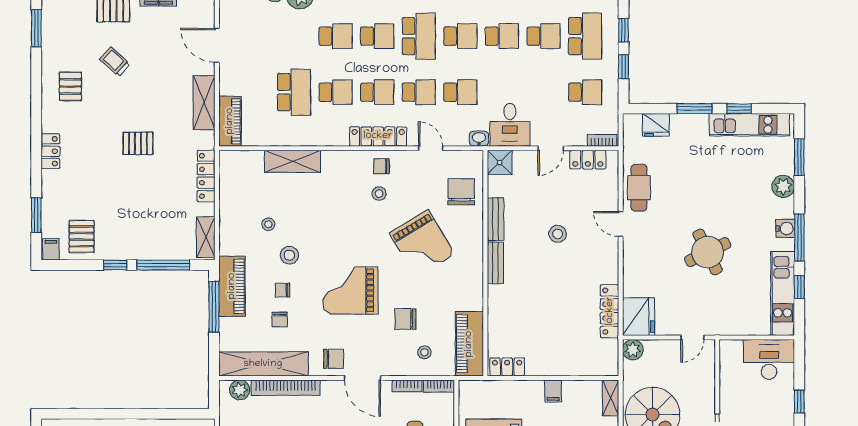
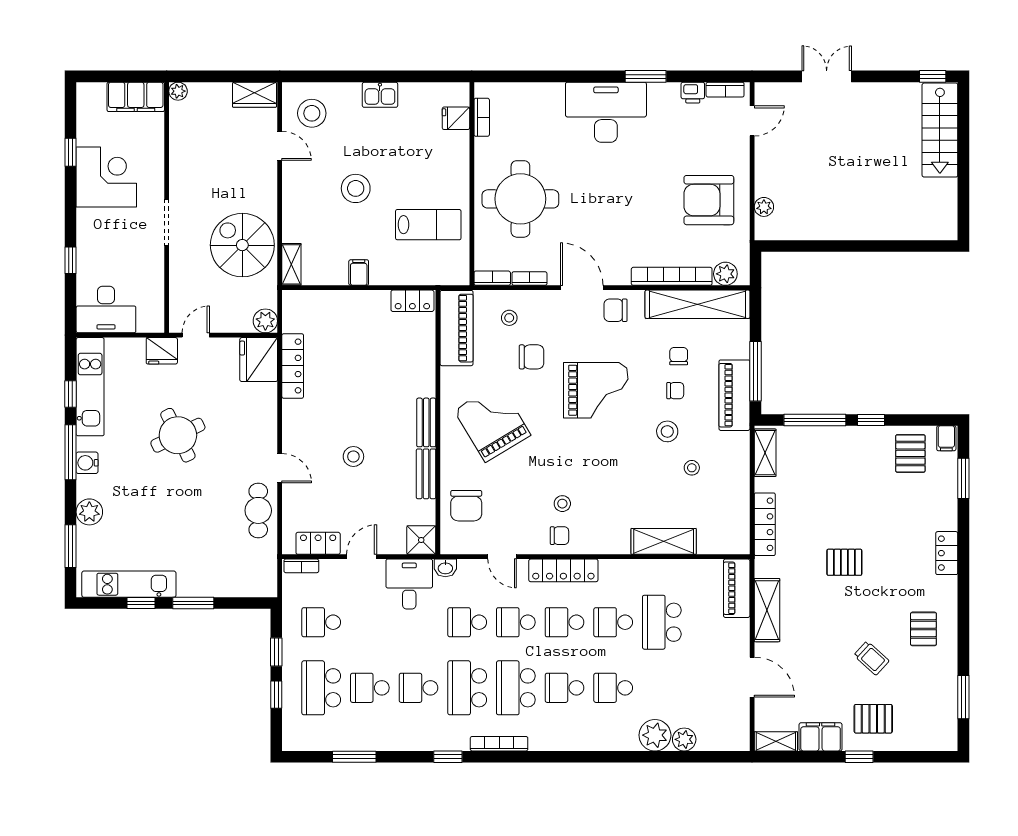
school desk: (460, 36) -> (467, 688), width x1.85
fridge: (656, 125) -> (162, 351), moved, turned 180
grand piano: (422, 244) -> (492, 423), moved

